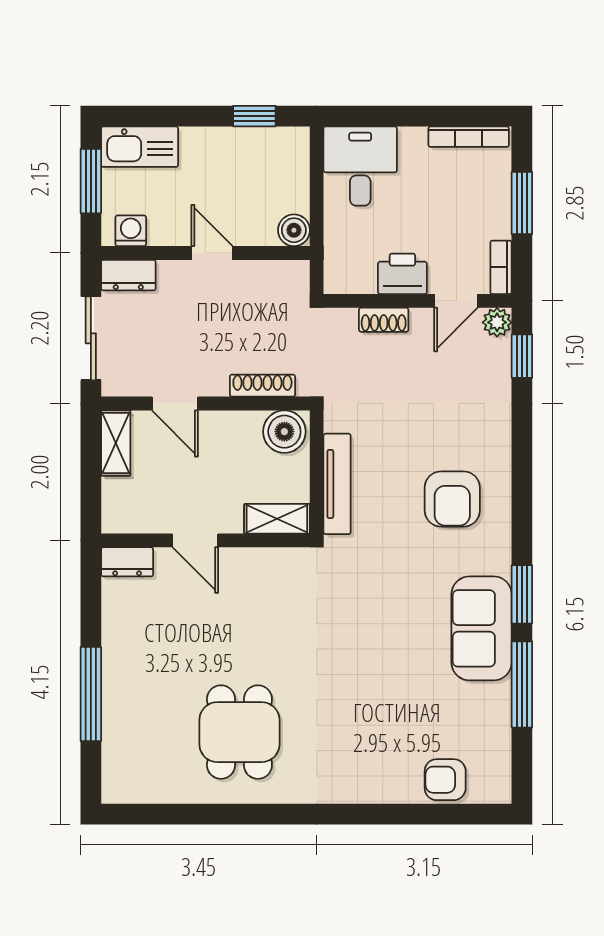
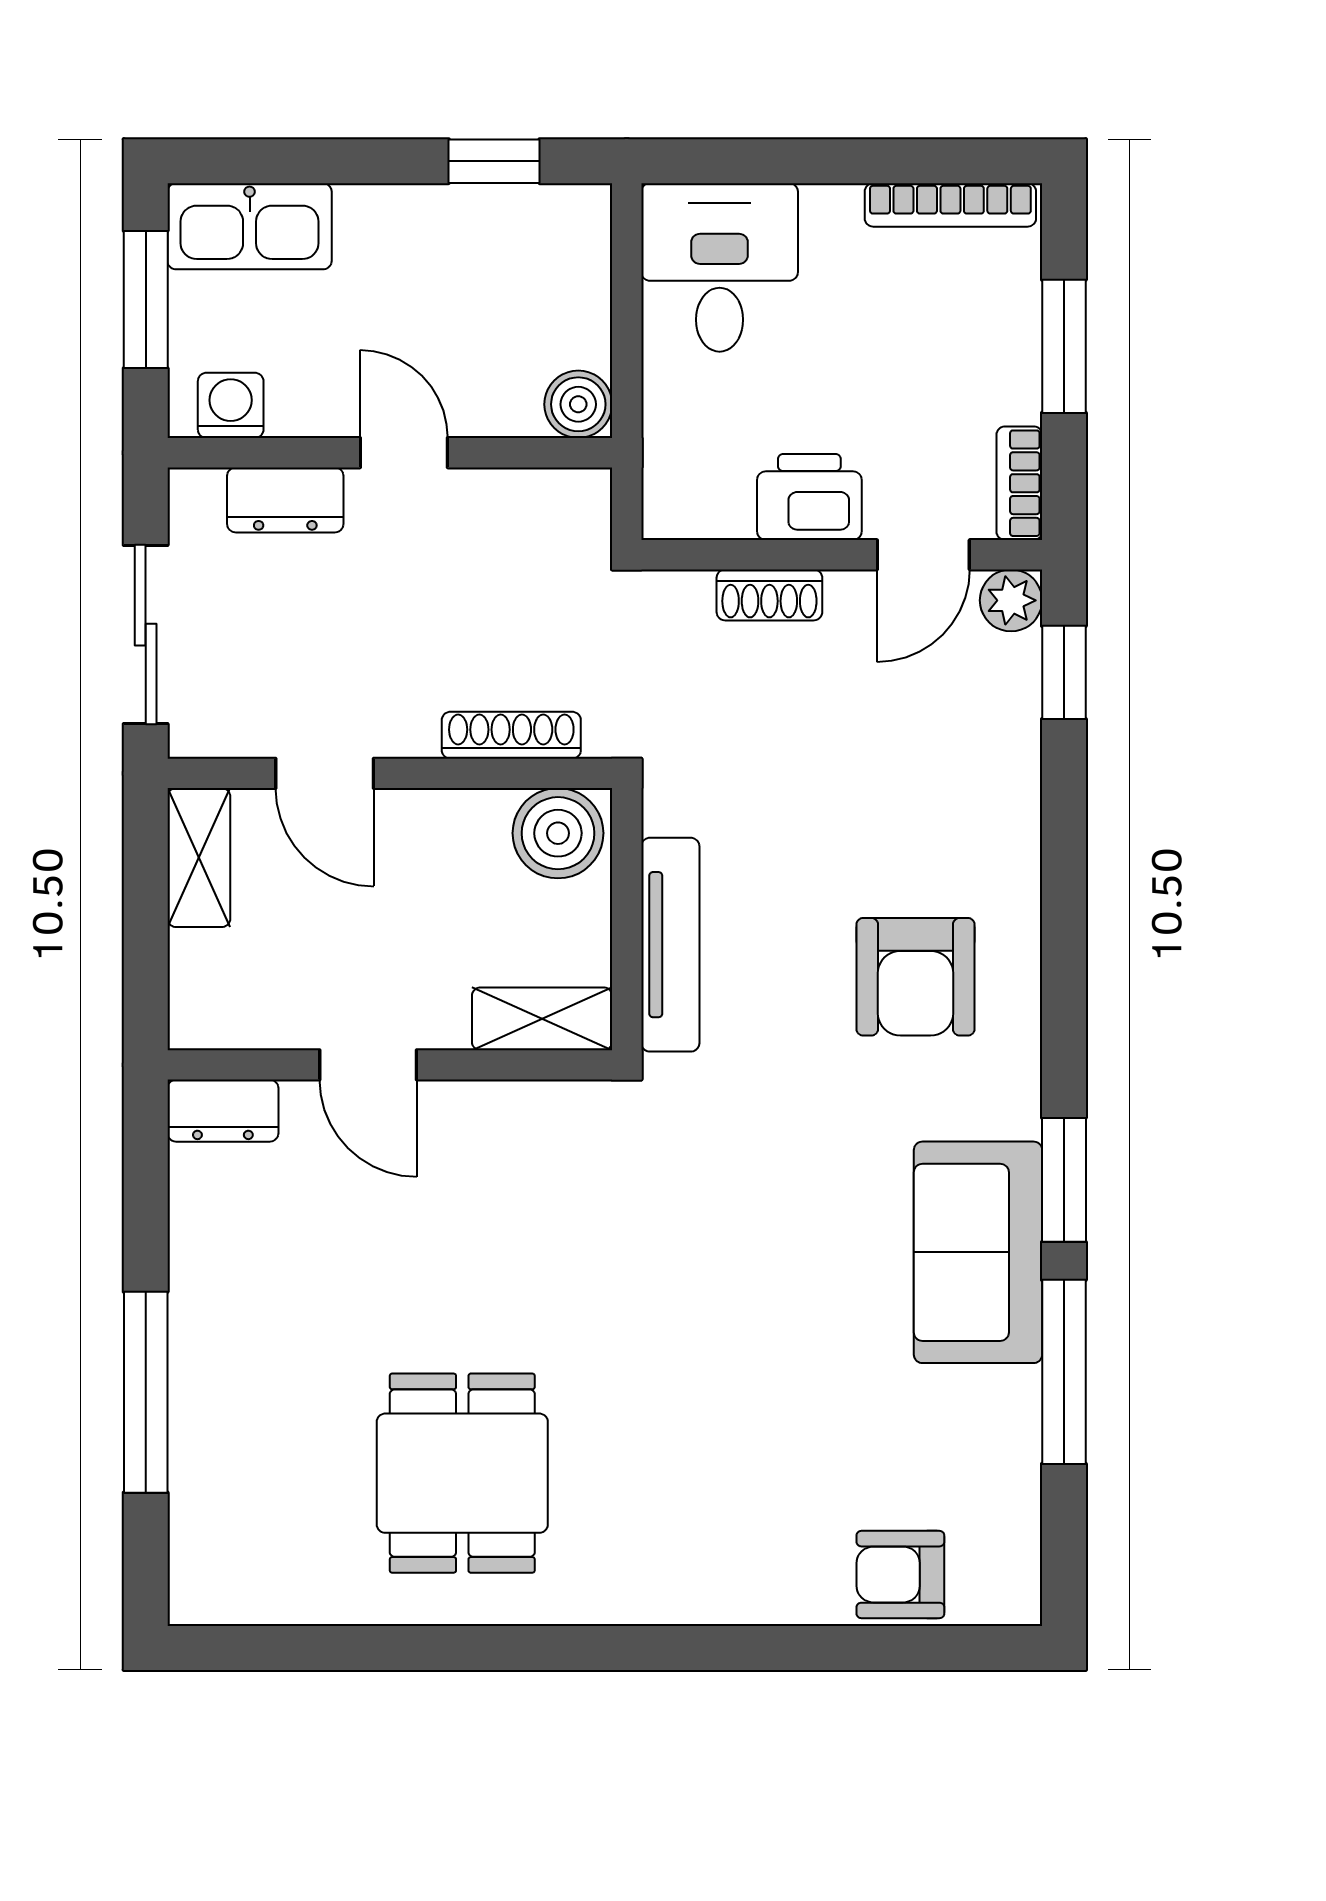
dresser: (128, 275) -> (285, 500), moved

